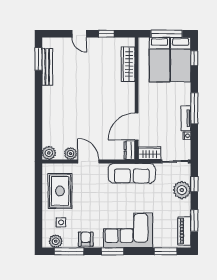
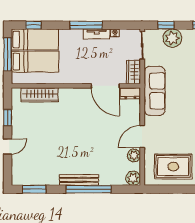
bench: (47, 67) -> (79, 180), moved
window: (38, 111) -> (89, 189), added

